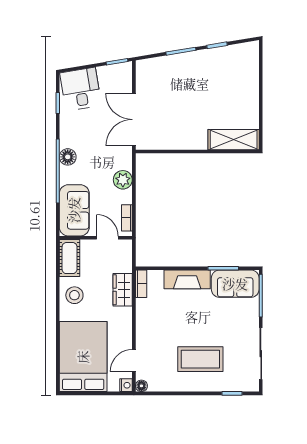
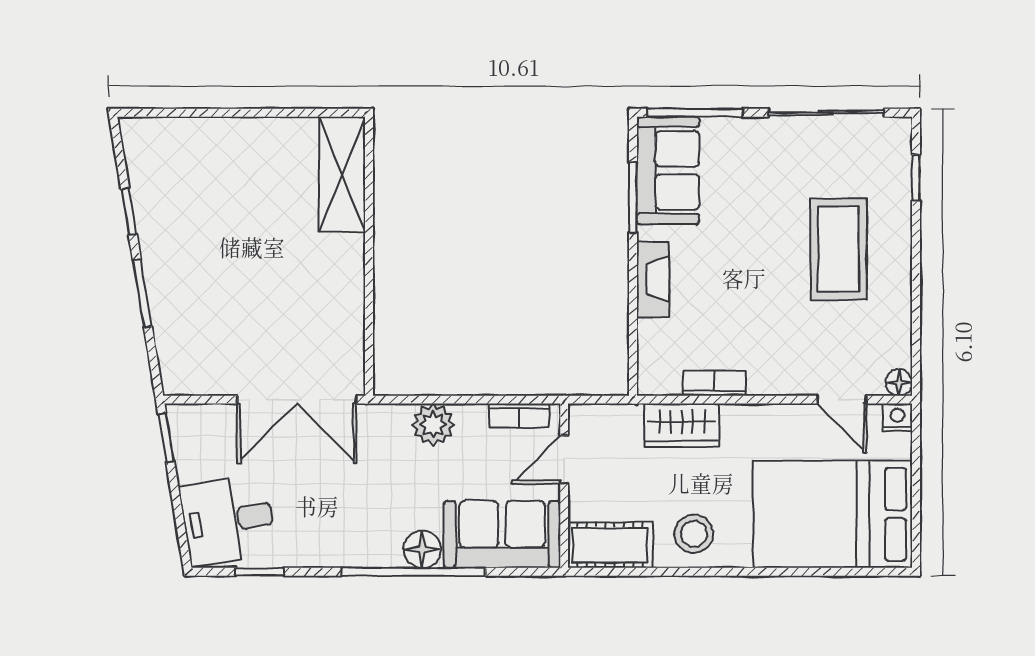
floor lamp: (68, 157) -> (422, 549), moved
fireplace: (187, 279) -> (653, 279), width x0.73, depth x0.76
bookcase: (141, 284) -> (715, 383), moved

